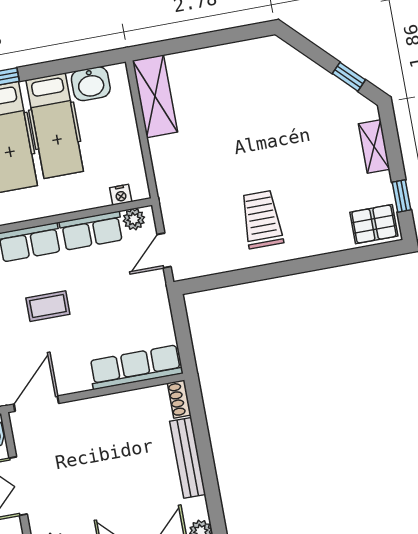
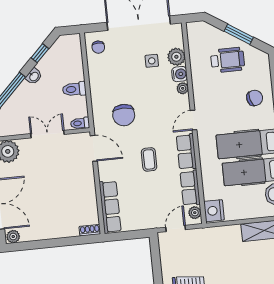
nightstand: (121, 195) -> (214, 211), width x1.89, depth x1.79
door: (164, 250) -> (176, 228), hinge flipped
bench: (188, 458) -> (56, 232), removed

